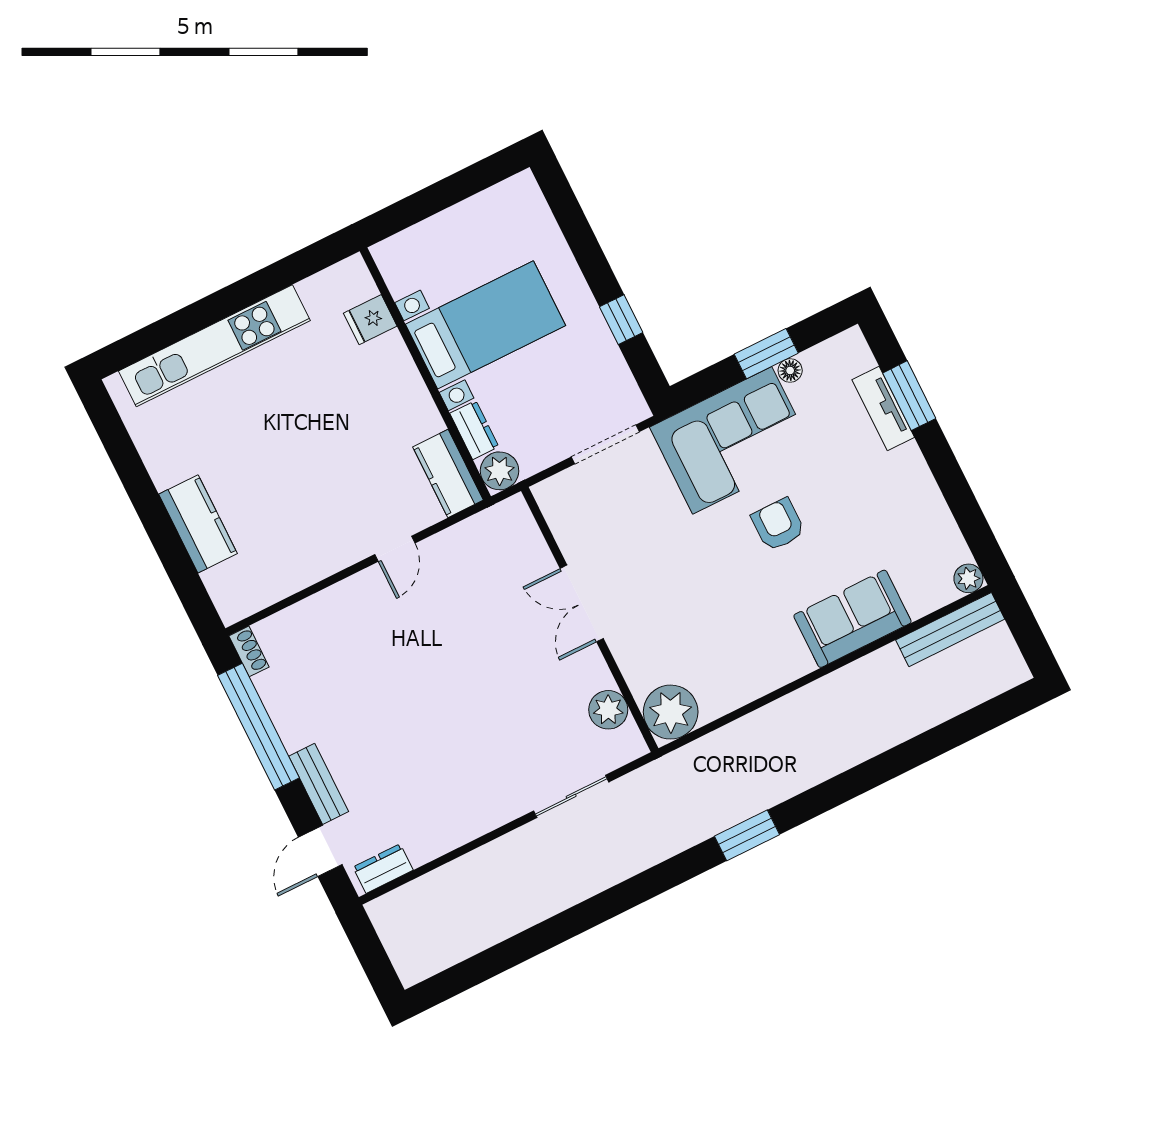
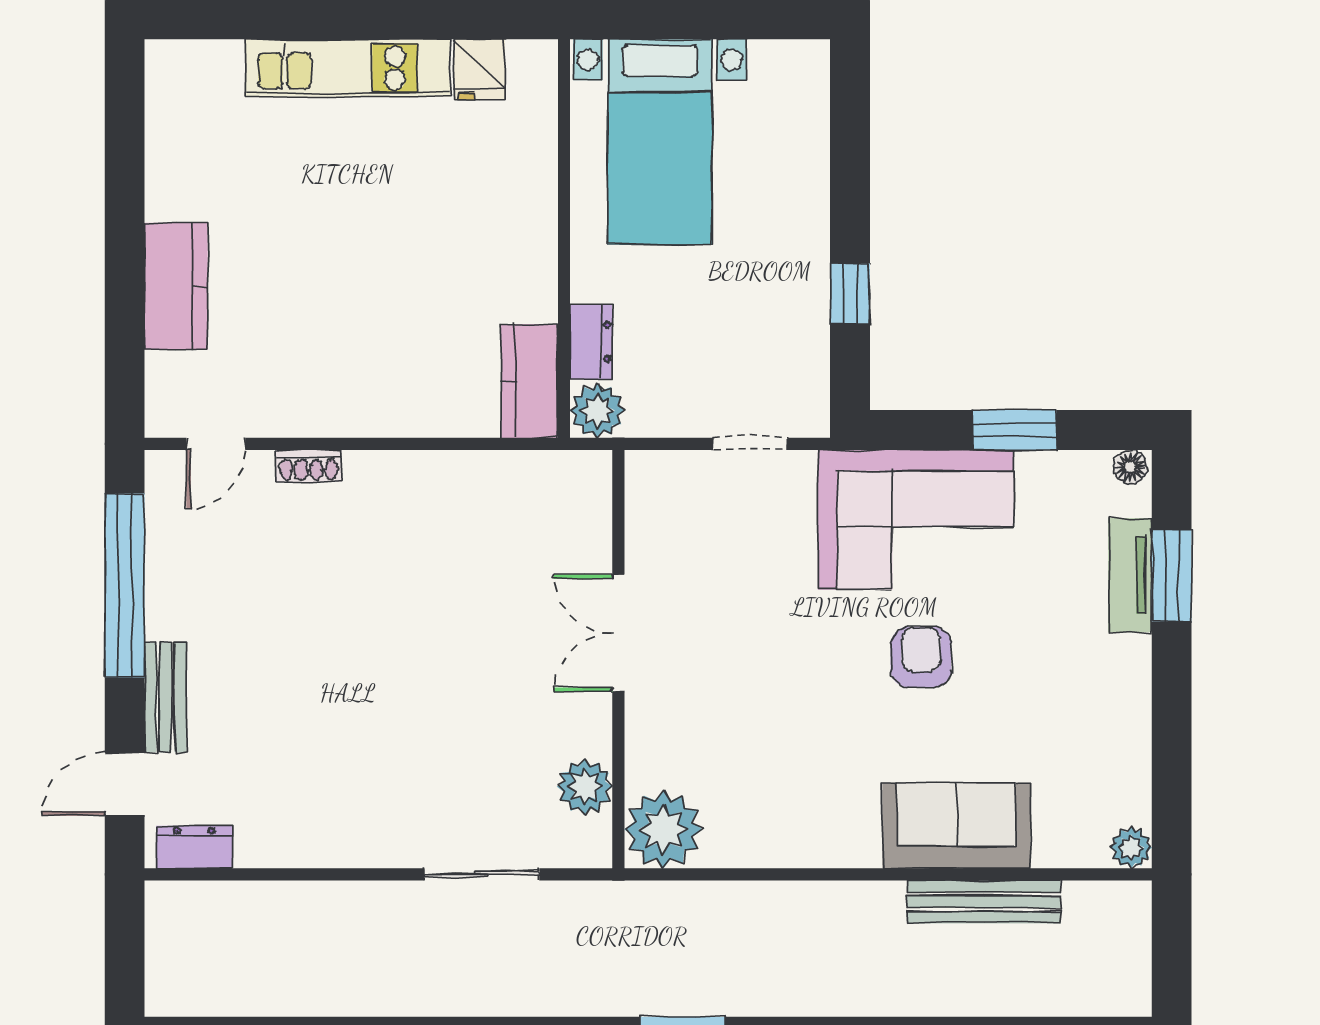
fridge: (370, 320) -> (480, 69), moved, turned -90
bed with nightstands: (486, 325) -> (660, 142), moved, turned 90
kitchen unit: (214, 346) -> (348, 68), width x0.73
floor lamp: (790, 370) -> (1130, 467), moved
doorway: (605, 444) -> (750, 444), width x0.73
door: (395, 549) -> (216, 444), moved
bench: (950, 630) -> (984, 902), moved
shoe rack: (249, 651) -> (309, 466), moved, turned 90

